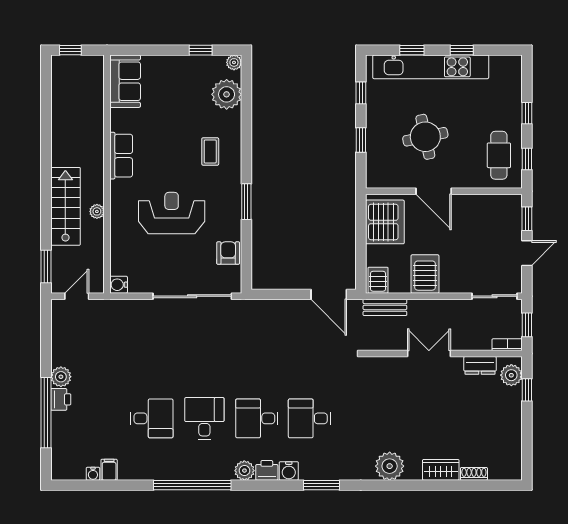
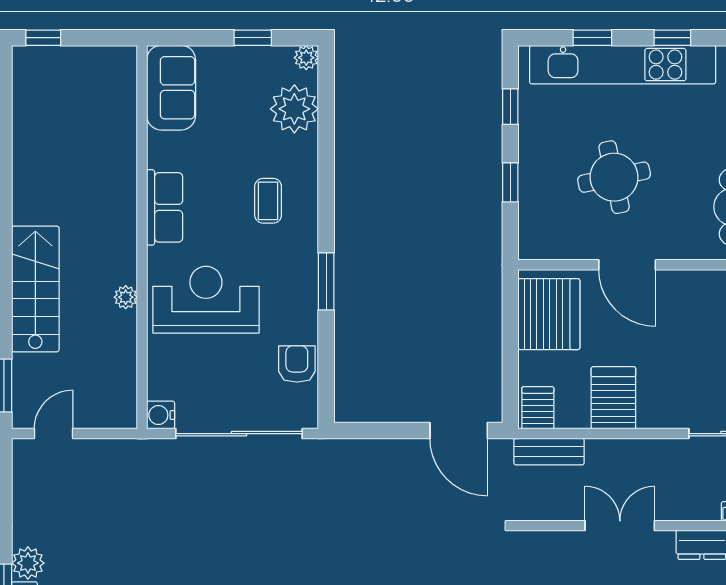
sofa: (125, 81) -> (171, 88), moved
row of seats: (121, 156) -> (165, 207), moved
wall: (107, 174) -> (142, 237), moved
plant: (97, 211) -> (126, 297), moved
water cooler: (119, 285) -> (161, 415), moved

